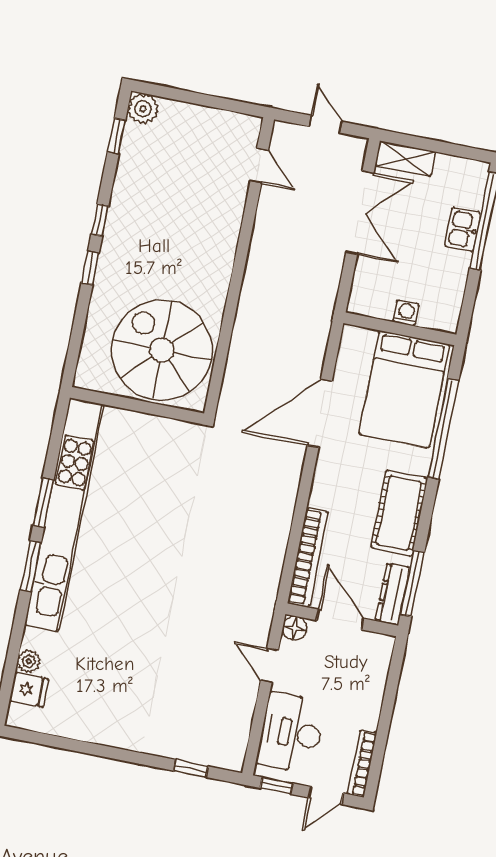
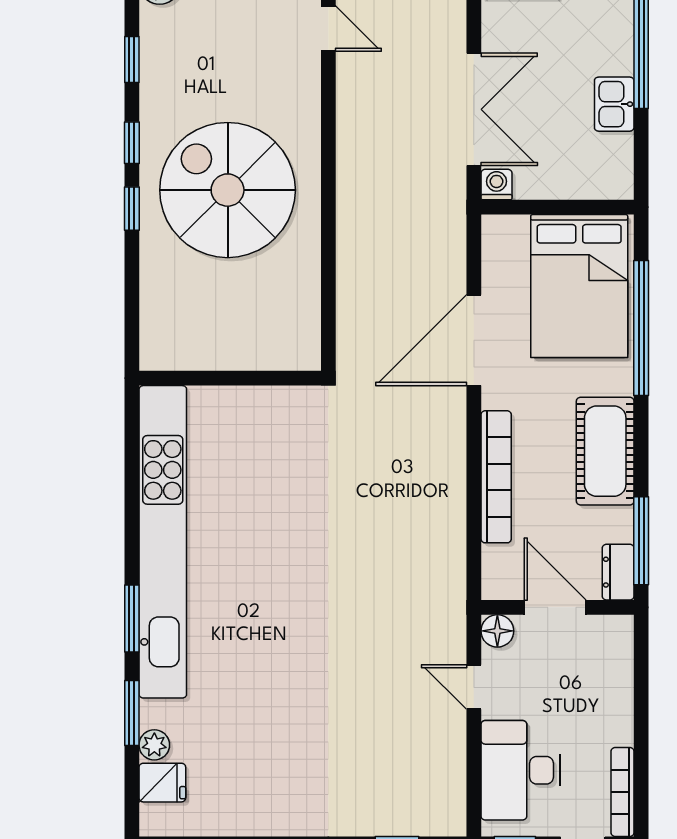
window: (117, 136) -> (132, 60), moved
double door: (360, 213) -> (474, 109), moved
kitchen sink: (463, 229) -> (614, 104), moved
washing machine: (406, 313) -> (496, 185), moved
spiral stairs: (162, 350) -> (228, 190), moved
window: (43, 503) -> (132, 713), moved
bookcase: (308, 557) -> (496, 477), moved
dresser: (393, 594) -> (618, 572), width x0.70

